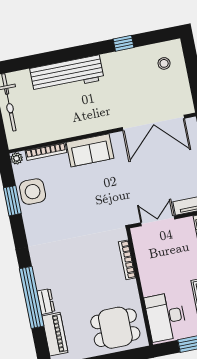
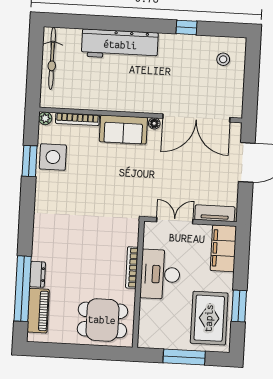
floor lamp: (116, 138) -> (154, 123), added
bookcase: (127, 260) -> (132, 268), moved
window: (32, 297) -> (23, 289), moved
desk: (166, 317) -> (160, 274), moved

